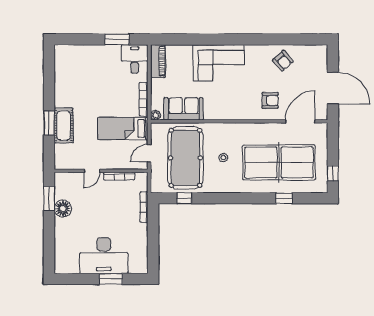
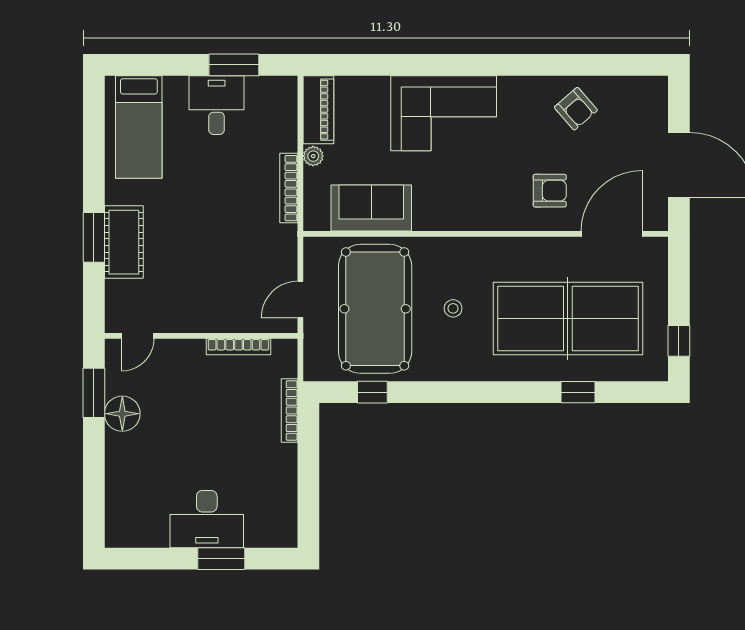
desk: (135, 59) -> (217, 105), moved
plant: (155, 115) -> (313, 156), moved
bed: (123, 128) -> (139, 127), moved, turned -90
door: (92, 171) -> (138, 336), moved
desk: (104, 256) -> (207, 519), width x0.73, depth x0.77

